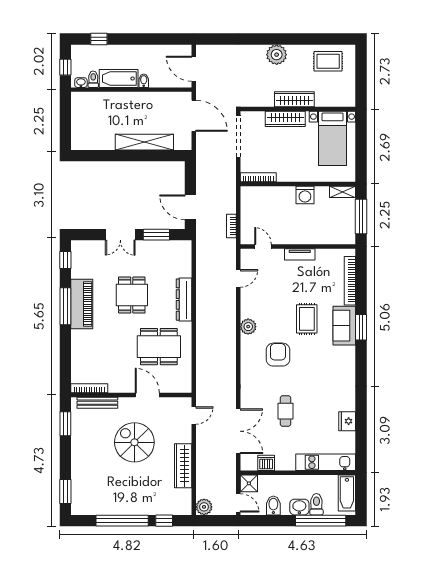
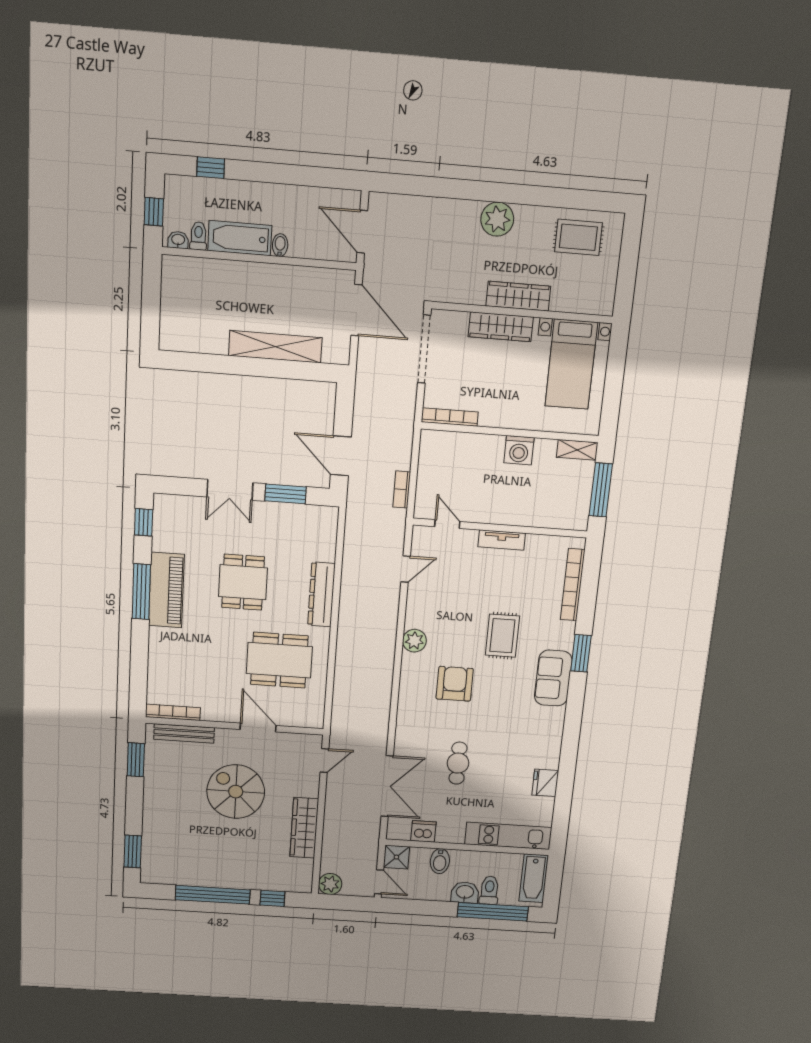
sofa: (344, 326) -> (553, 678), moved
bidet: (273, 505) -> (440, 861), moved, turned 180

